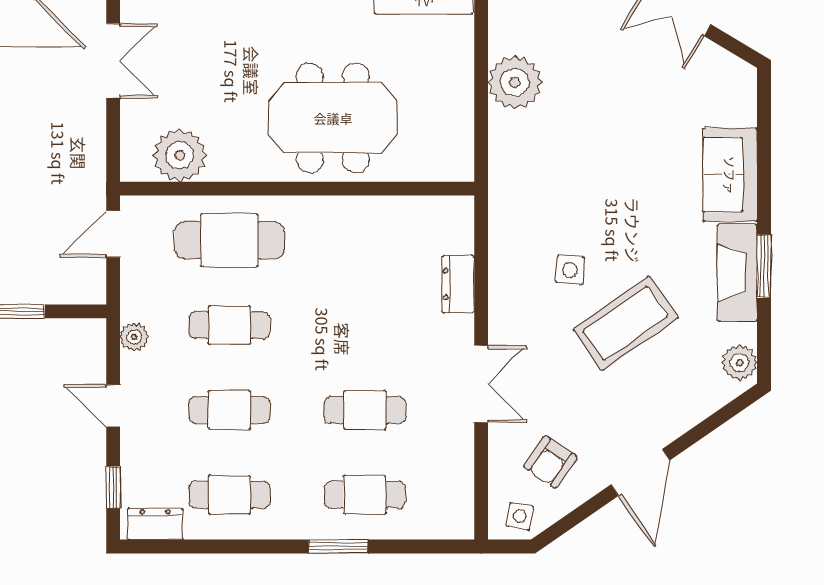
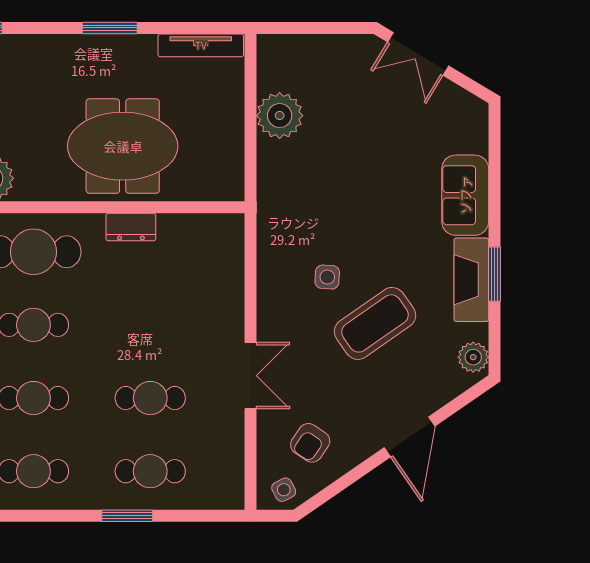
dresser: (458, 284) -> (131, 227), moved, turned -90
door: (640, 472) -> (410, 437), moved
side table: (520, 516) -> (284, 490), turned -38

